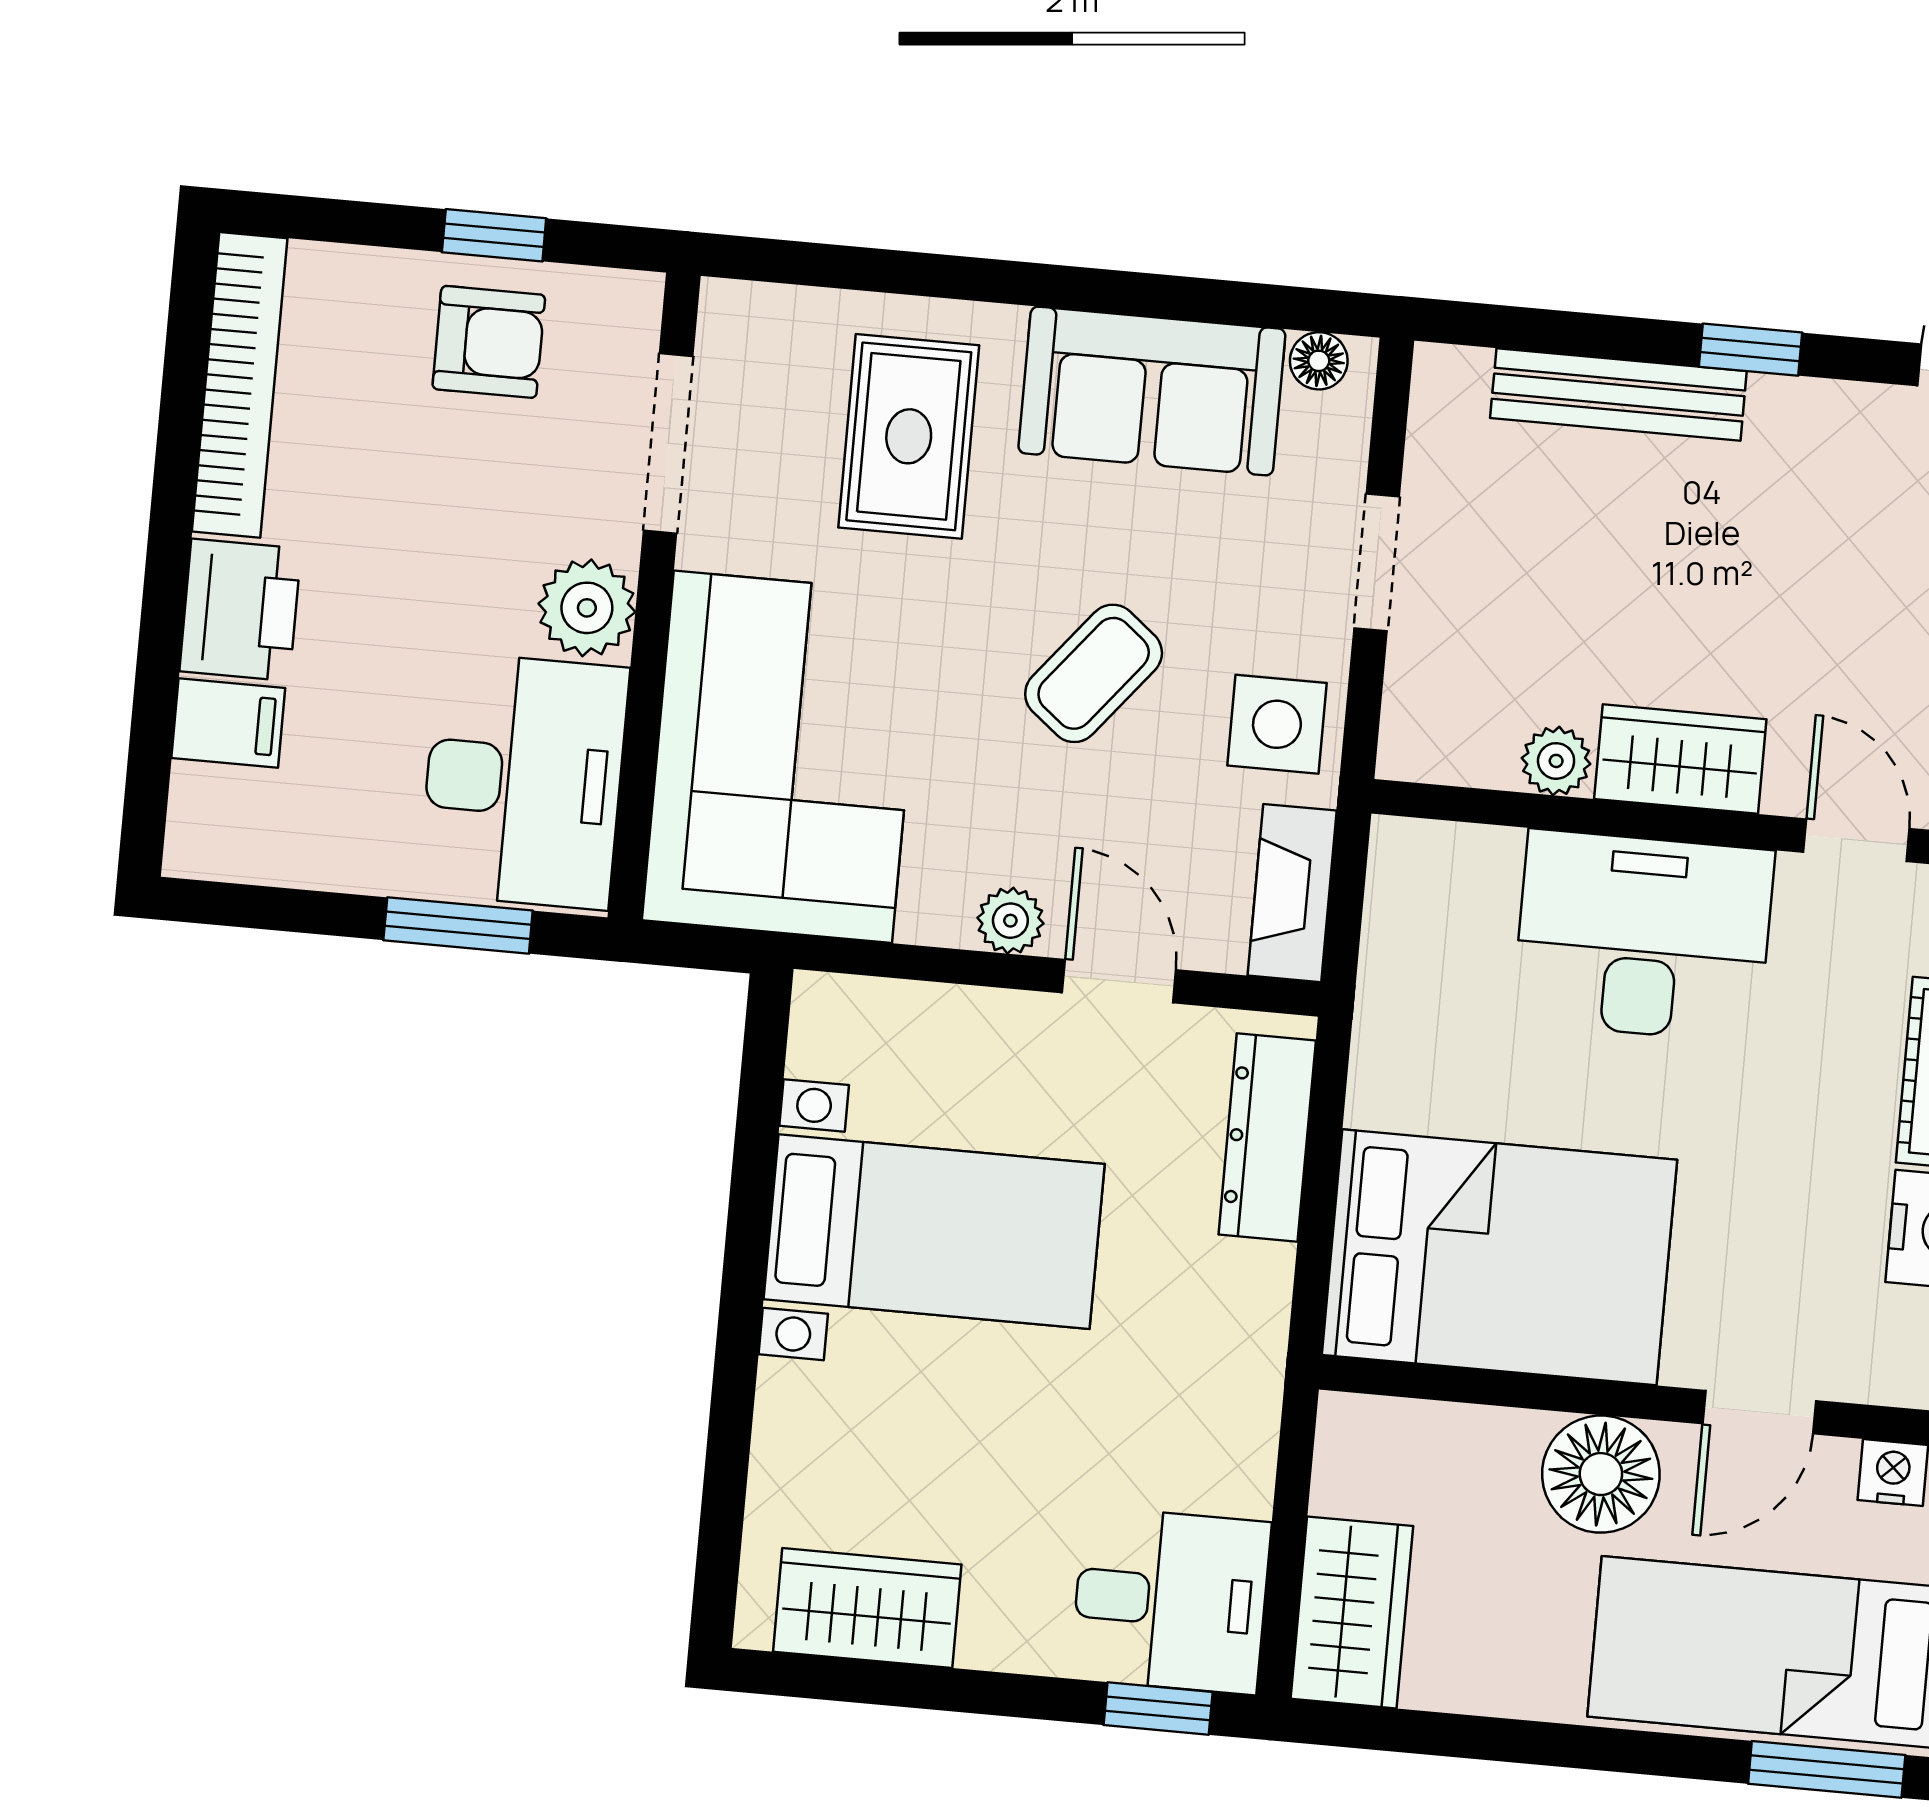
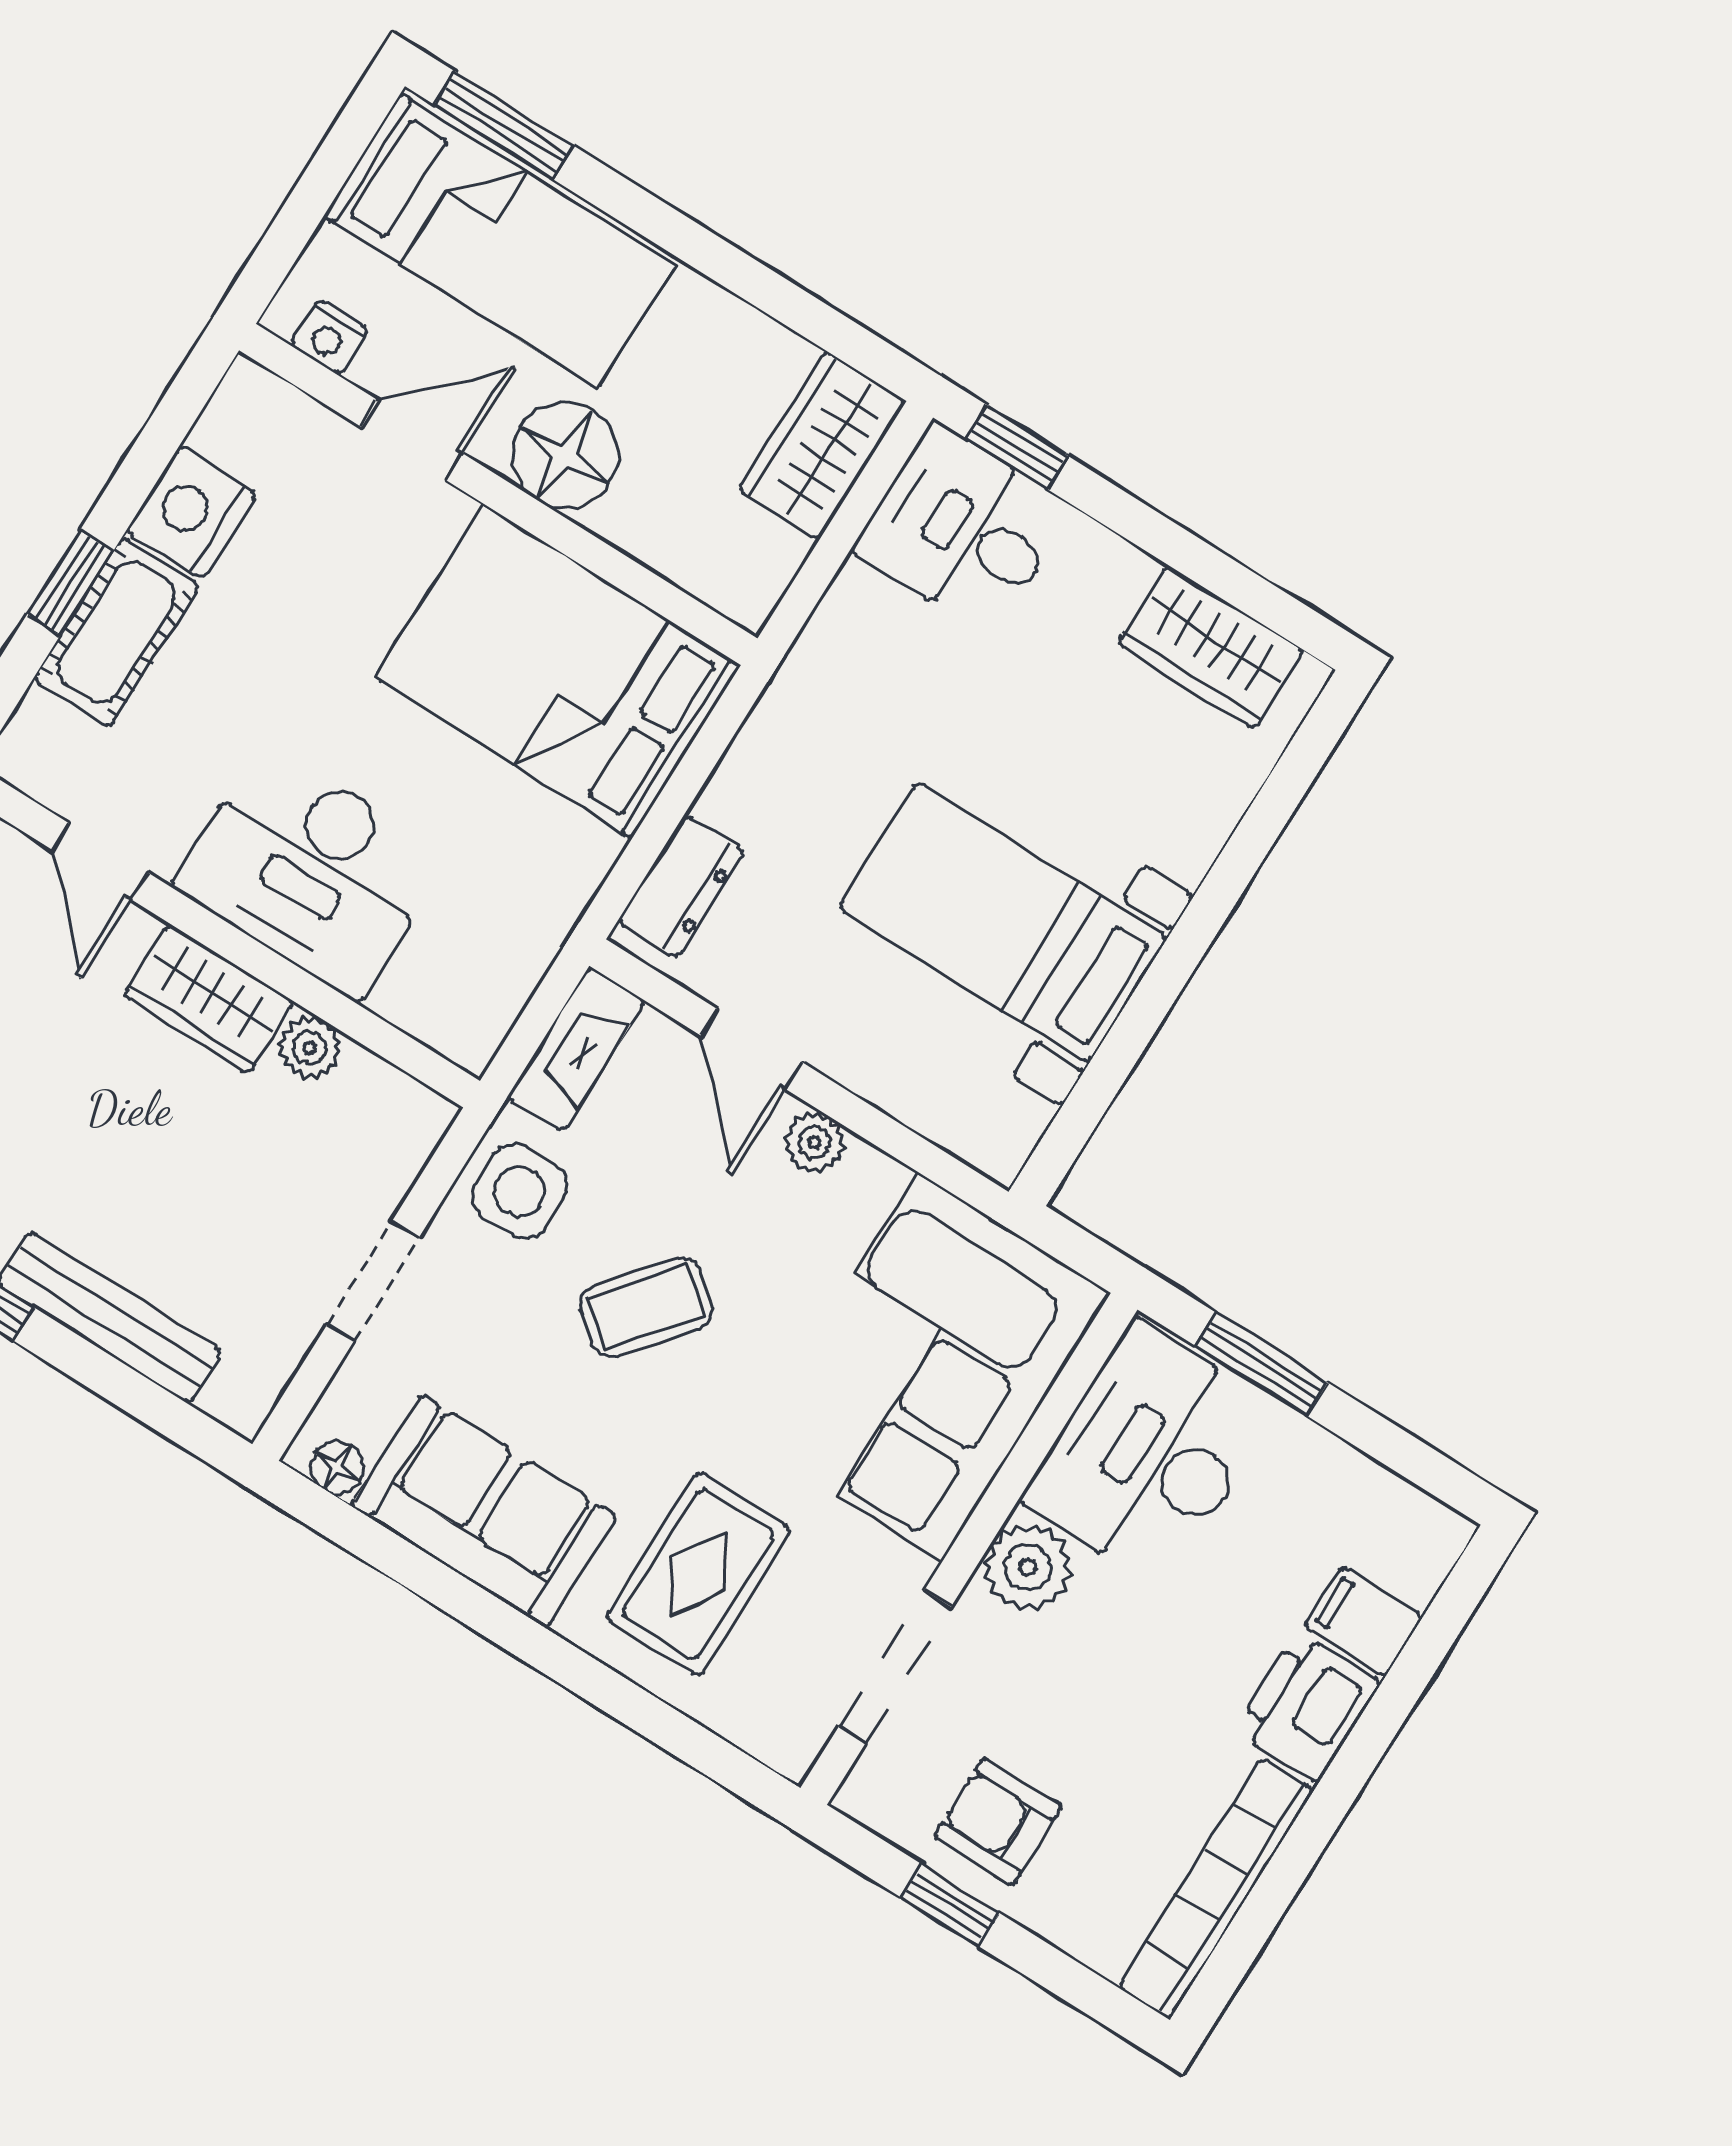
dresser: (1267, 1137) -> (681, 886), width x0.70

